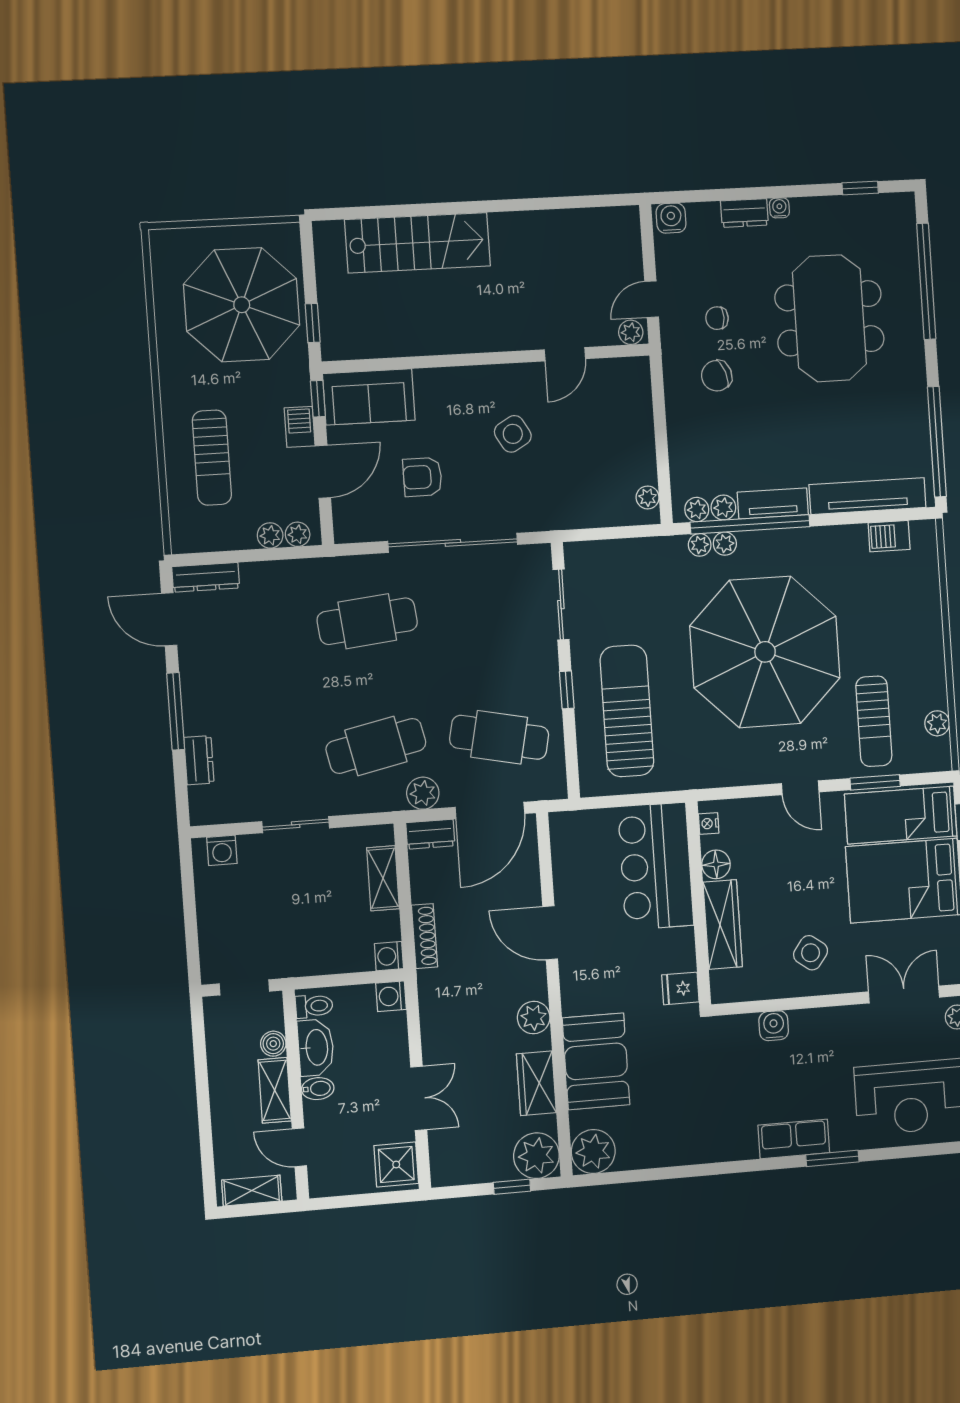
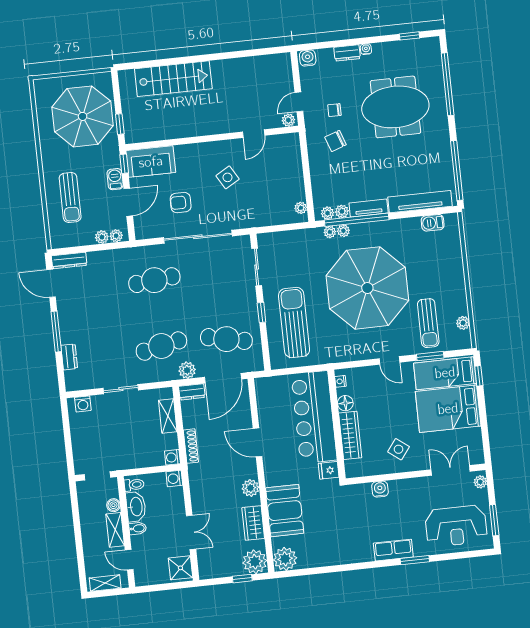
meeting table: (829, 318) -> (395, 107), turned 90
bar counter: (656, 866) -> (314, 417), width x1.36

